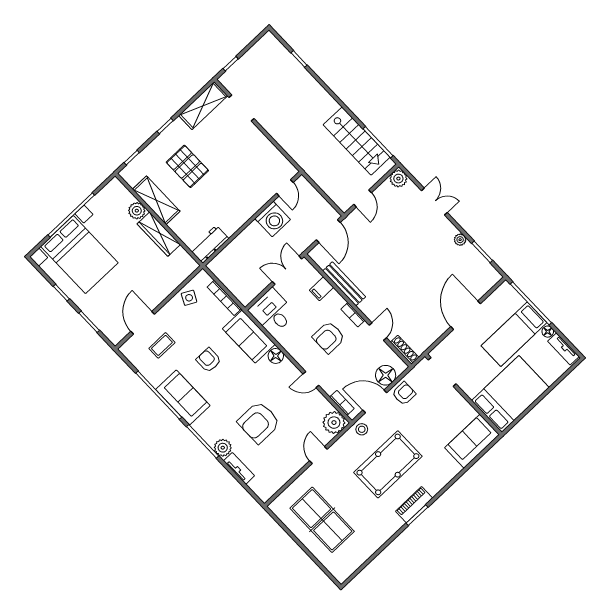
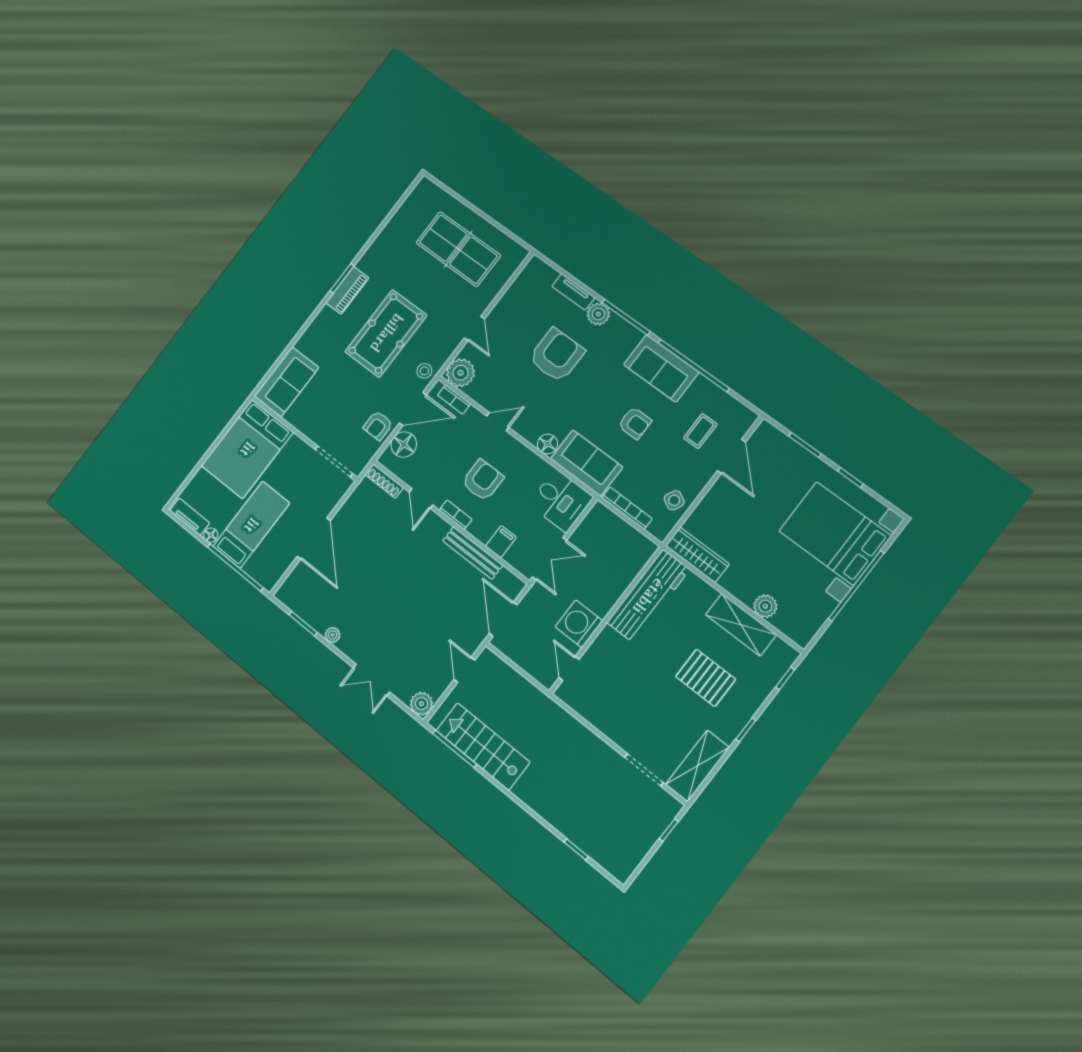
wardrobe: (159, 234) -> (697, 555), moved
workbench: (209, 244) -> (648, 596), width x1.88, depth x1.32

